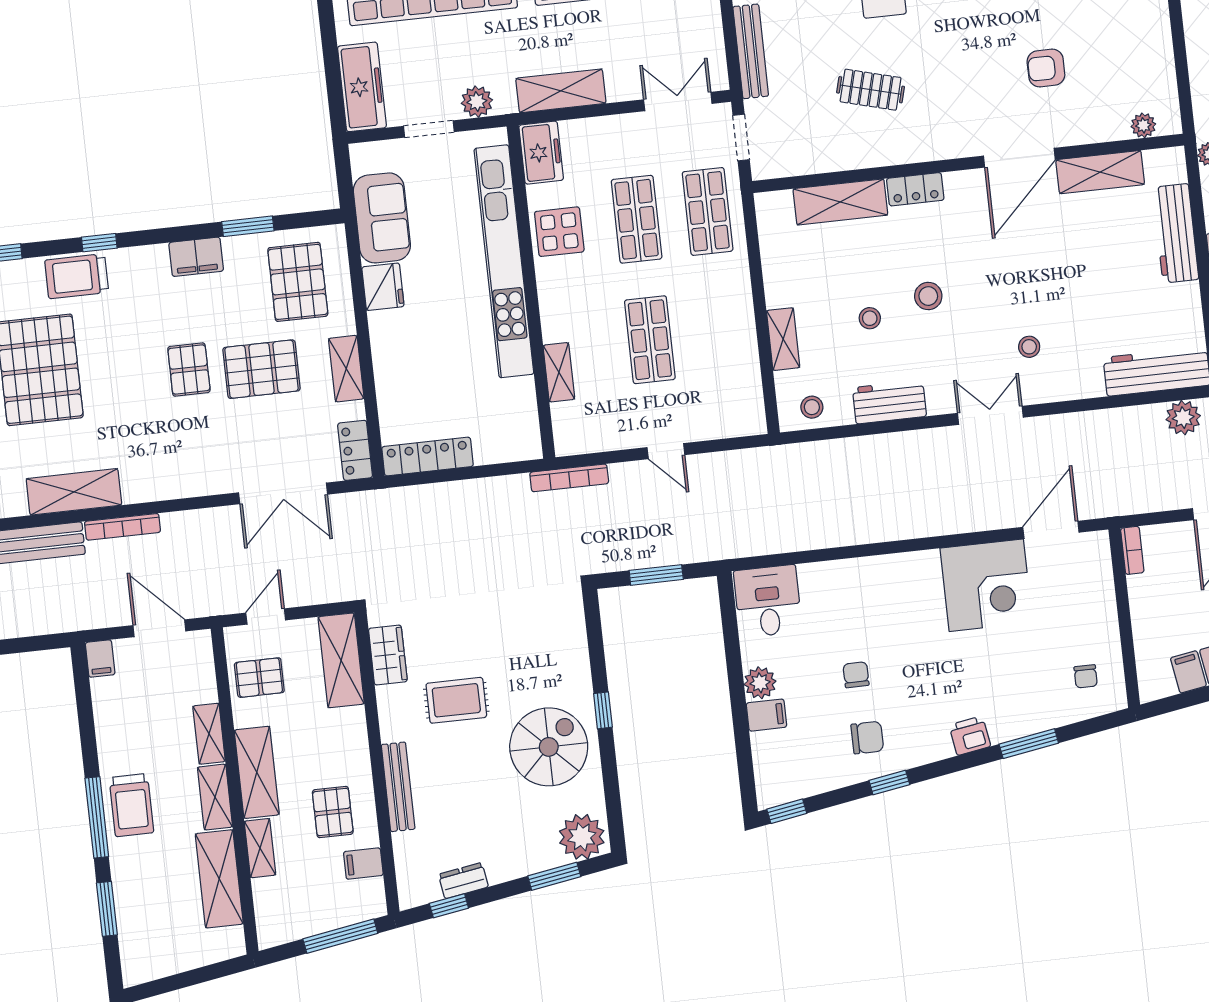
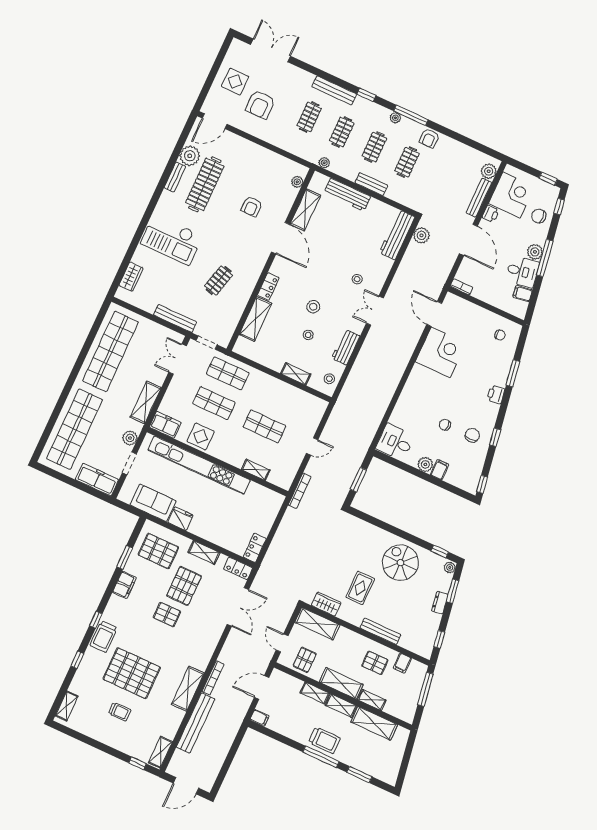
locker: (428, 457) -> (255, 548), width x0.66
window: (603, 710) -> (440, 552), moved
plant: (582, 837) -> (450, 568), width x0.53, depth x0.53
dresser: (463, 881) -> (440, 603), moved

